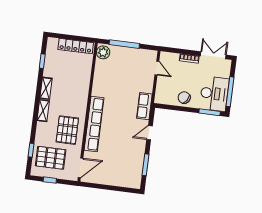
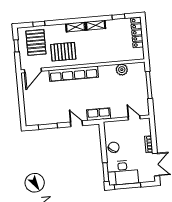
locker: (76, 46) -> (137, 33), moved
plant: (103, 52) -> (122, 70), moved
door: (157, 68) -> (134, 118), swing flipped
door: (81, 168) -> (33, 70), hinge flipped

